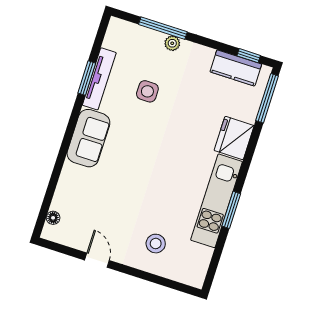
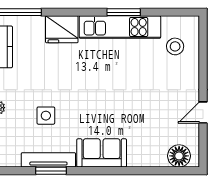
floor lamp: (53, 218) -> (179, 156), width x1.89, depth x1.89
stool: (156, 244) -> (175, 46), moved

